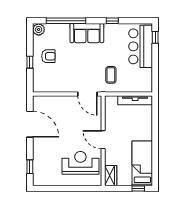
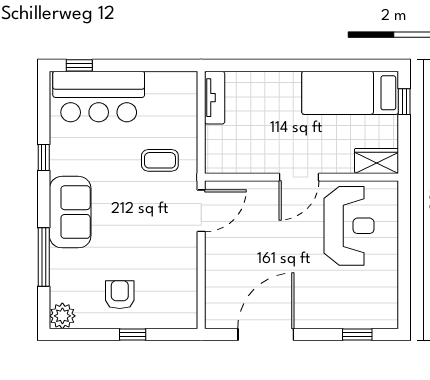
window: (66, 21) -> (44, 257), width x0.68
tv unit: (135, 100) -> (215, 98), width x0.71
reception desk: (80, 163) -> (349, 226), turned 180

